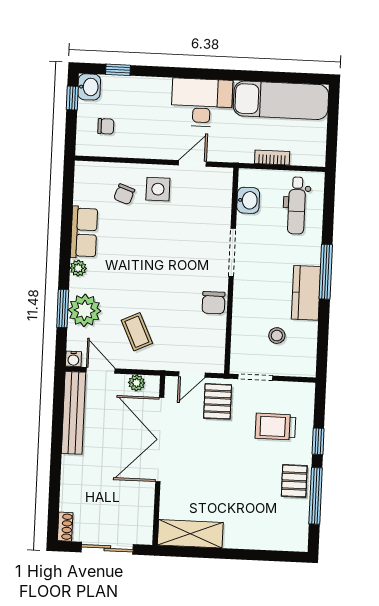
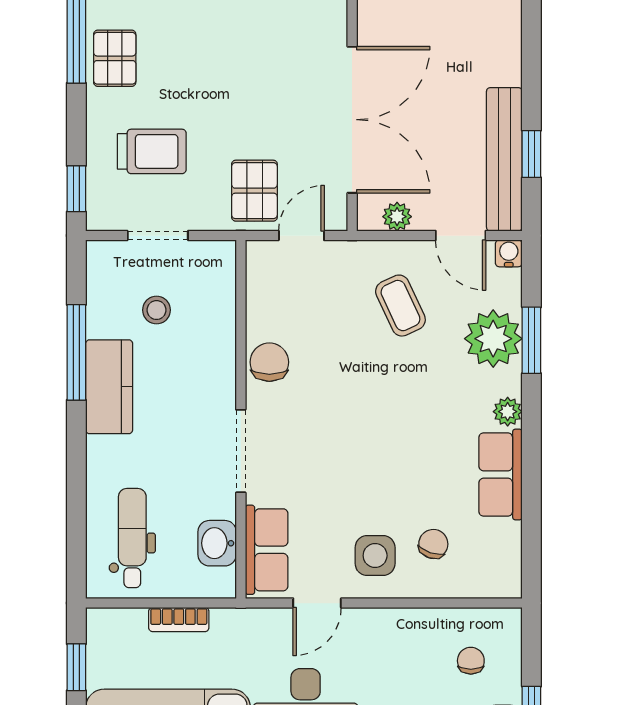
chair: (106, 126) -> (471, 661), turned 90
window: (332, 133) -> (76, 667), added
row of seats: (220, 195) -> (267, 550), added
window: (326, 272) -> (76, 352), moved
doorway: (255, 377) -> (158, 236), moved
window: (58, 415) -> (531, 154), added
window: (318, 441) -> (76, 189), moved

